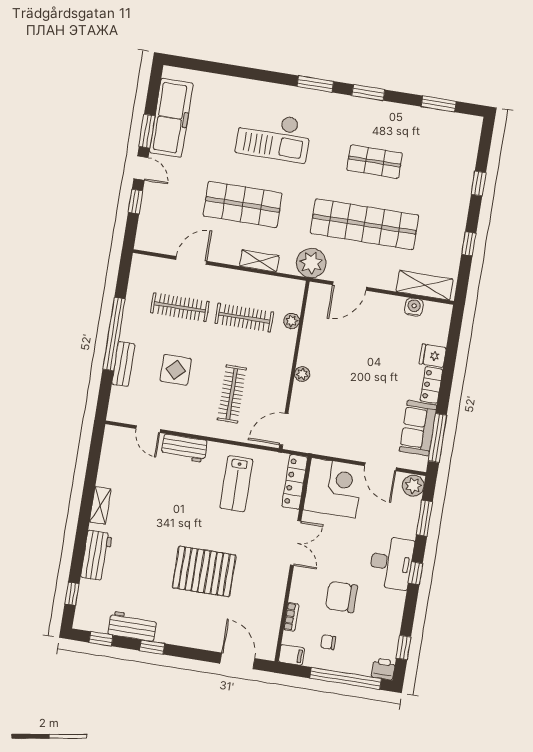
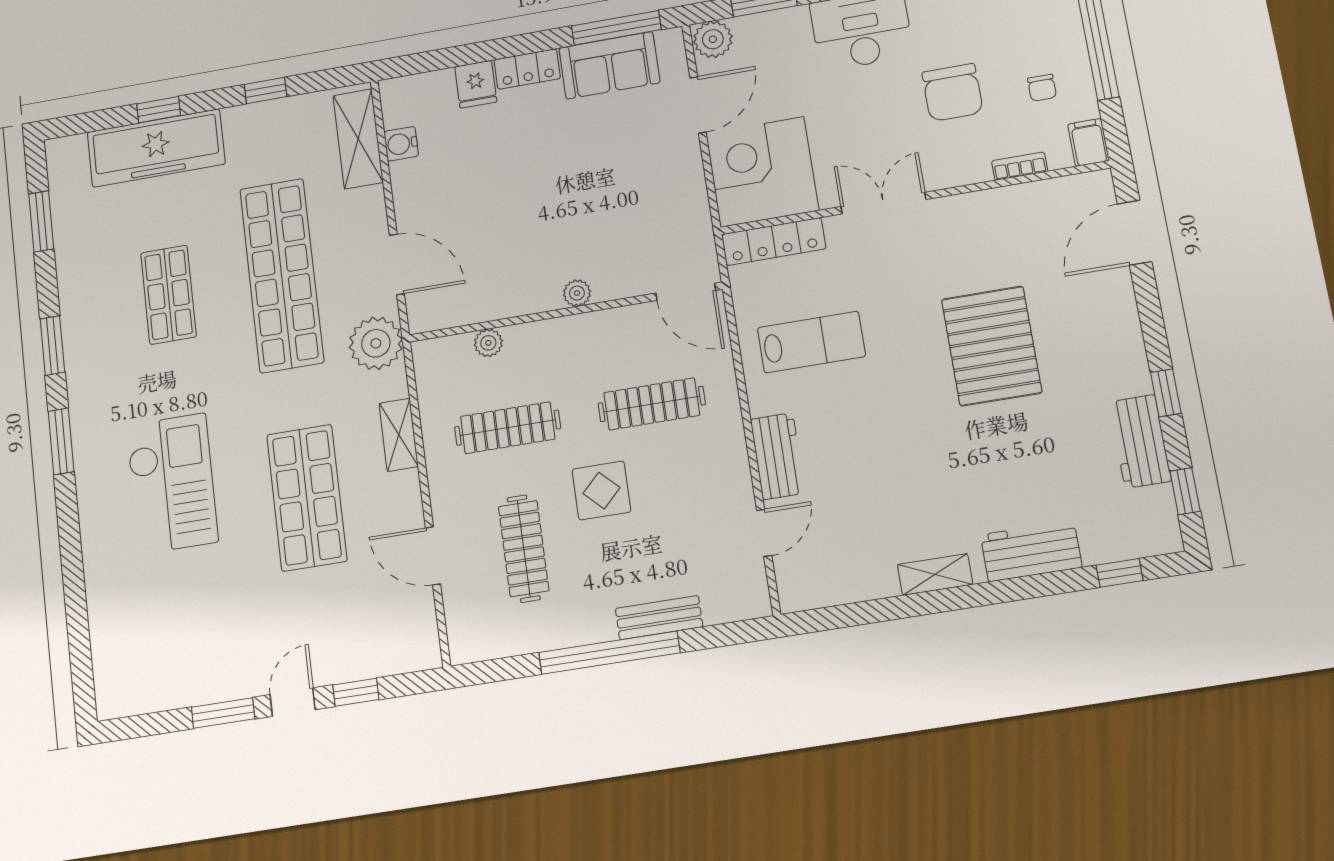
freezer: (171, 118) -> (156, 148), moved, turned 180
clothes rail: (244, 318) -> (508, 428), turned 90
display table: (176, 370) -> (601, 491), moved

